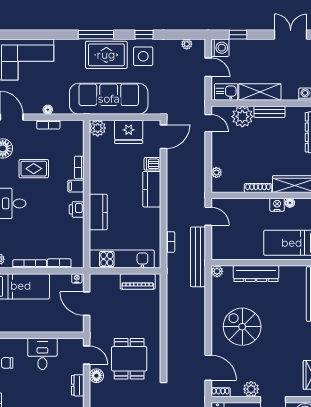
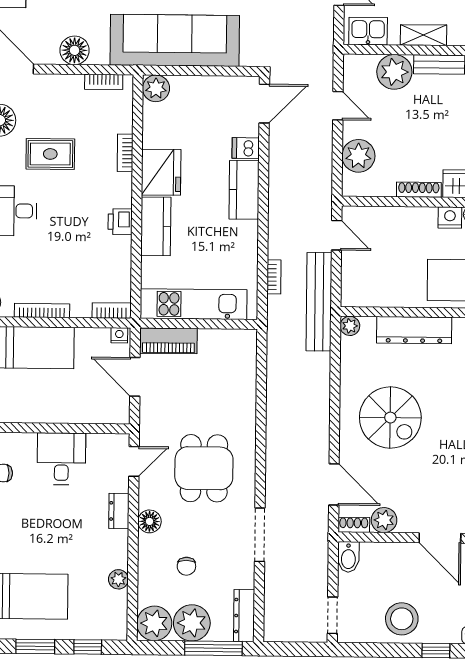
shelving: (260, 92) -> (423, 35), width x0.67, depth x0.75
floor lamp: (48, 110) -> (75, 50), width x1.89, depth x1.89
door: (208, 123) -> (338, 106), moved
bookcase: (48, 124) -> (104, 82), moved
fridge: (129, 132) -> (161, 172), moved, turned -90
plant: (216, 172) -> (358, 156), width x1.87, depth x1.87
filing cabinet: (76, 186) -> (119, 183), removed
bookcase: (59, 263) -> (112, 311), moved
piano: (138, 282) -> (168, 341), moved
spiral stairs: (242, 327) -> (390, 418), turned 180
door: (87, 355) -> (134, 461), hinge flipped
floor lamp: (96, 376) -> (150, 521), moved
plant: (251, 389) -> (384, 520), moved

